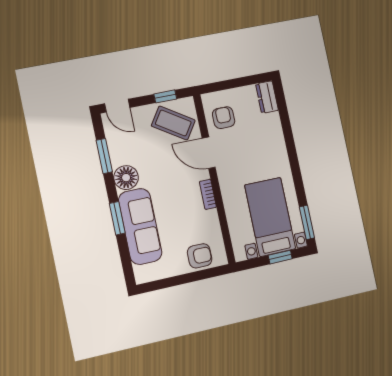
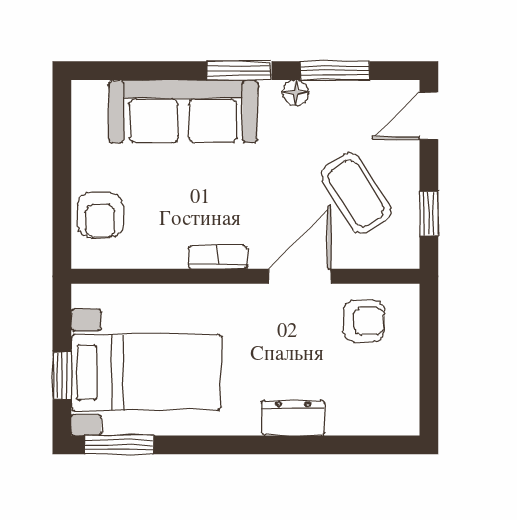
dresser: (267, 97) -> (293, 418), moved
coffee table: (173, 123) -> (356, 193), moved, turned -65
floor lamp: (126, 178) -> (295, 93), width x0.53, depth x0.53
window: (117, 218) -> (239, 71), moved

